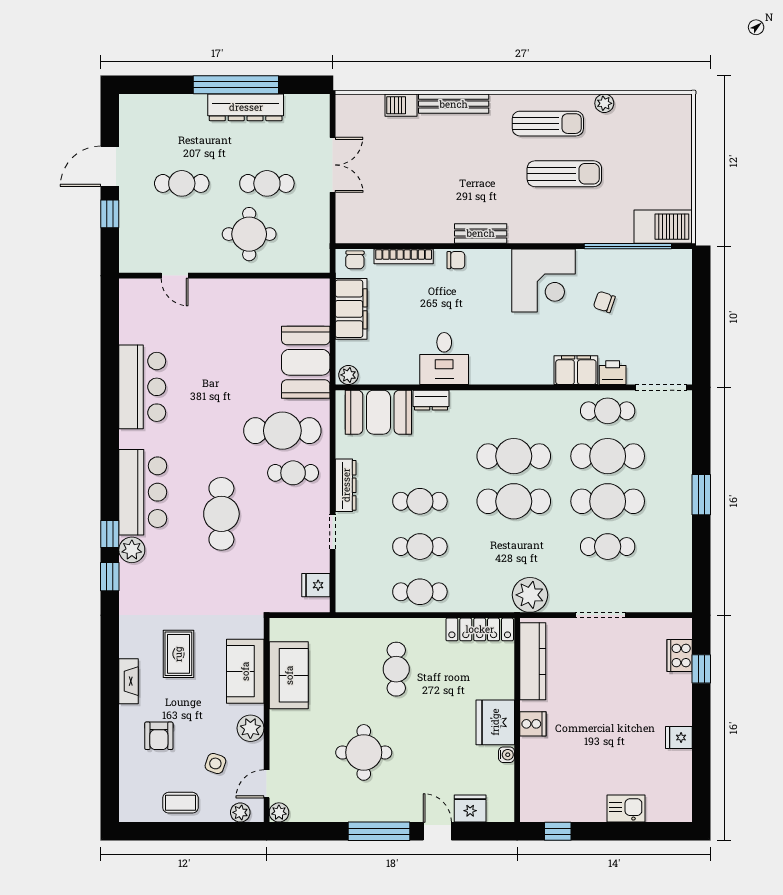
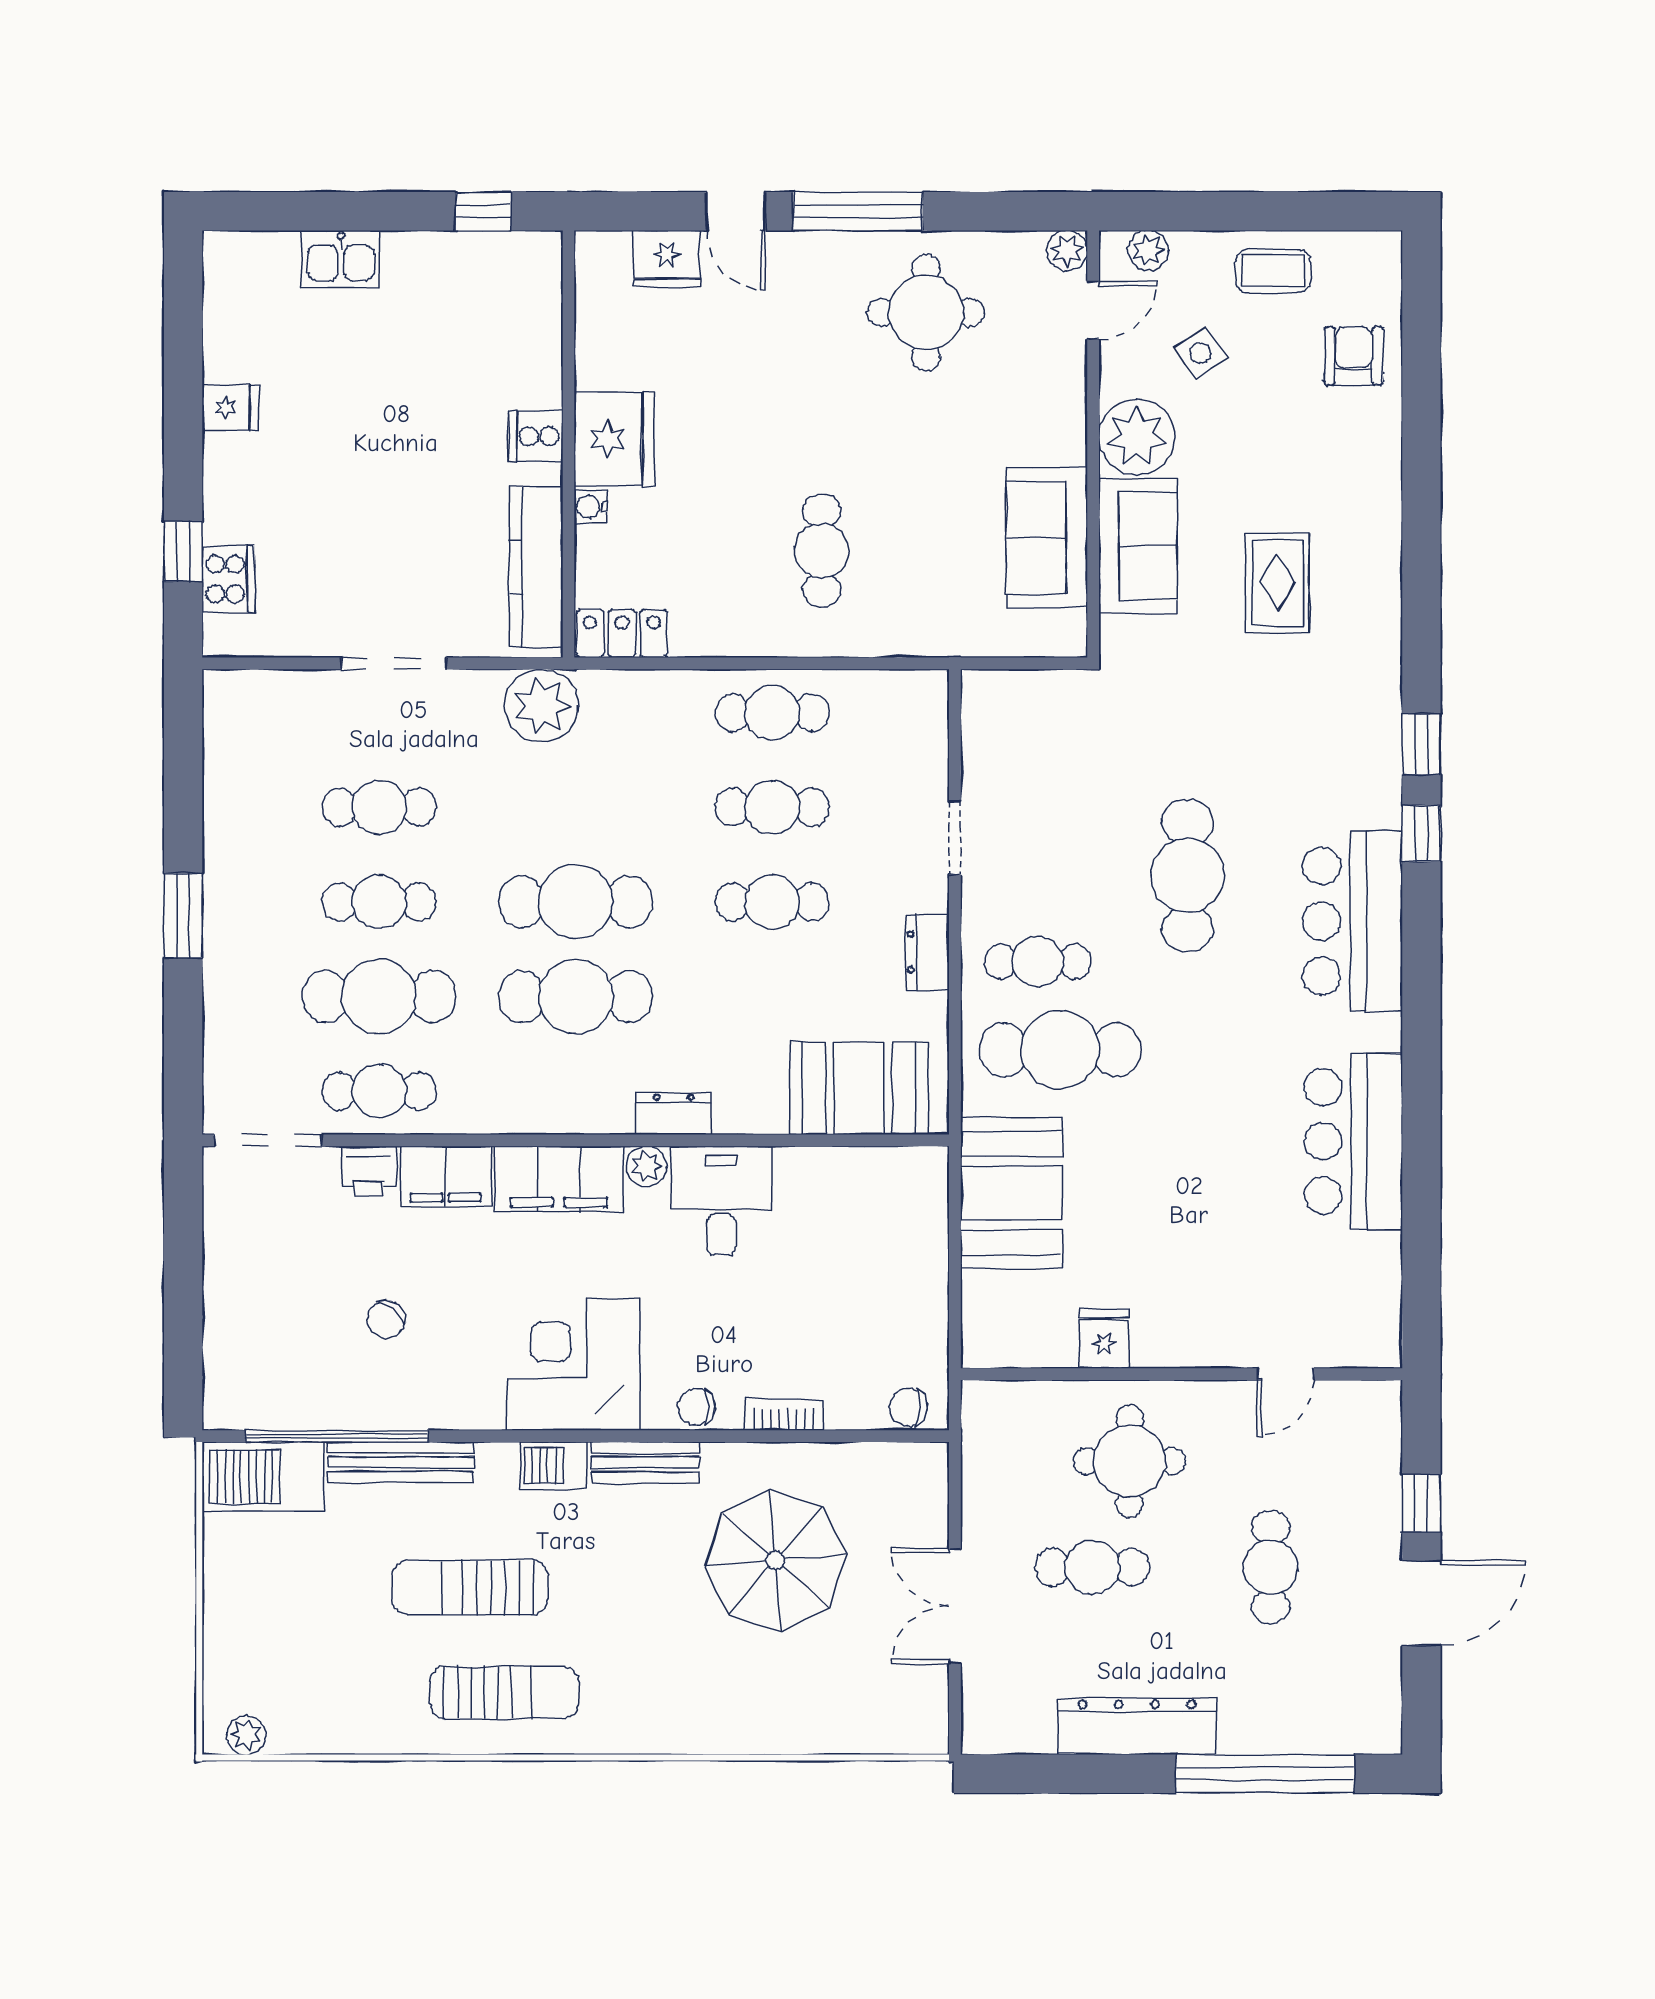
window: (236, 85) -> (1265, 1774), moved
plant: (604, 103) -> (246, 1735), moved
bench: (454, 104) -> (401, 1462), moved
barbecue: (401, 105) -> (554, 1465), moved, turned 180
sun lounger: (548, 124) -> (504, 1692), turned 180
cafe table: (182, 183) -> (1271, 1567), turned 90
parasol: (418, 187) -> (775, 1560), added
bookcase: (404, 256) -> (784, 1415), width x0.64
chair: (355, 260) -> (908, 1407), turned -90
door: (175, 276) -> (1286, 1374), swing flipped
corner desk: (543, 280) -> (573, 1364), moved
chair: (604, 302) -> (386, 1319), turned 109
filing cabinet: (351, 309) -> (559, 1179), moved, turned -90
plant: (348, 375) -> (647, 1166), moved
dresser: (431, 400) -> (674, 1114), moved
dresser: (346, 485) -> (928, 952), width x0.70
cafe table: (608, 501) -> (379, 902), width x0.73, depth x0.74
plant: (132, 550) -> (1375, 800), removed
fridge: (316, 585) -> (1104, 1339), moved, turned -90
locker: (480, 629) -> (622, 634), width x0.66
fireplace: (129, 681) -> (1382, 525), removed
plant: (250, 728) -> (1137, 437), width x1.36, depth x1.36
armchair: (159, 736) -> (1354, 356), moved
round table: (364, 752) -> (926, 312), moved
water cooler: (507, 755) -> (591, 507), moved
side table: (215, 763) -> (1200, 353), turned 37

